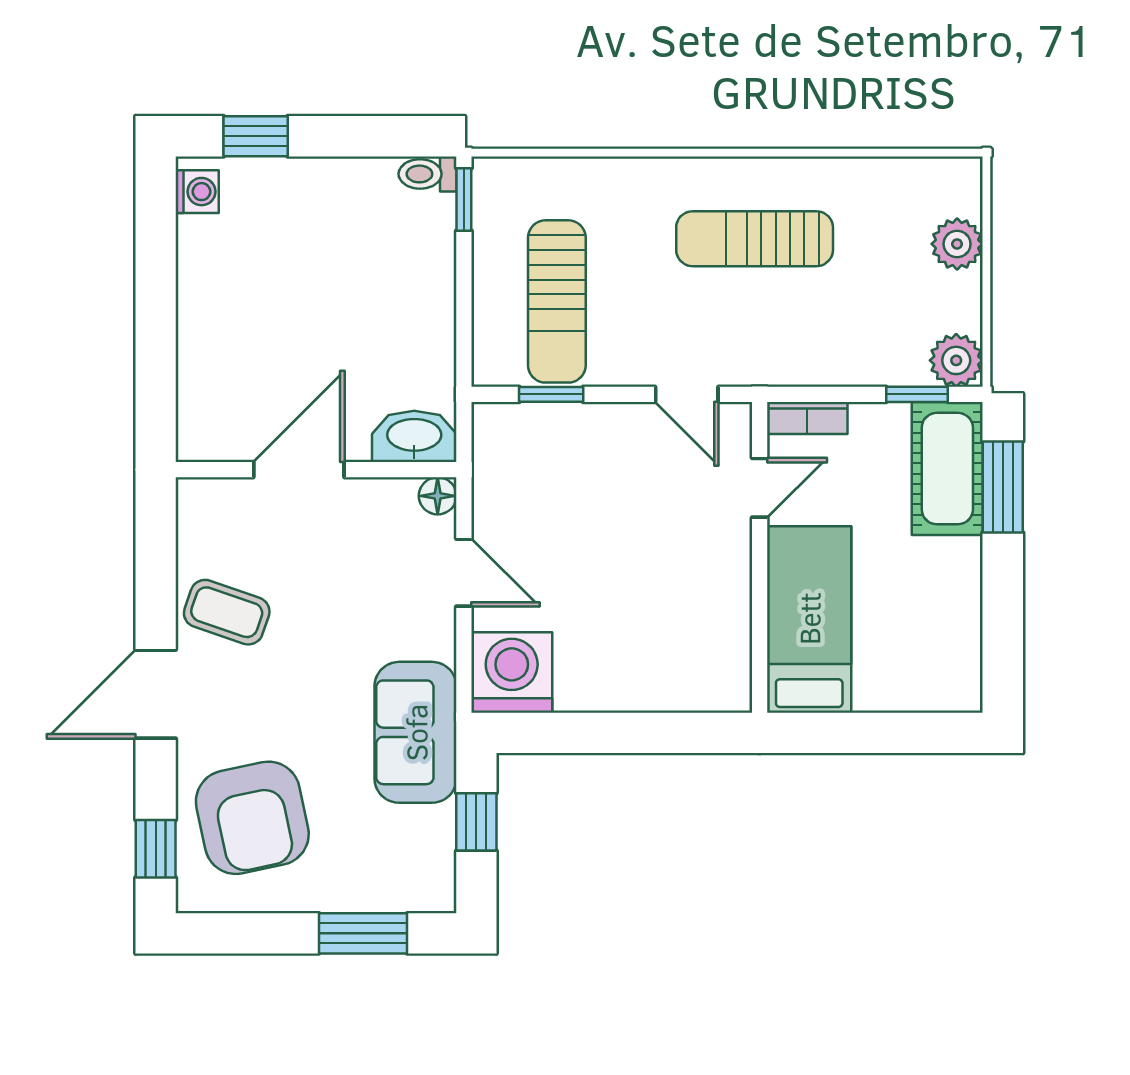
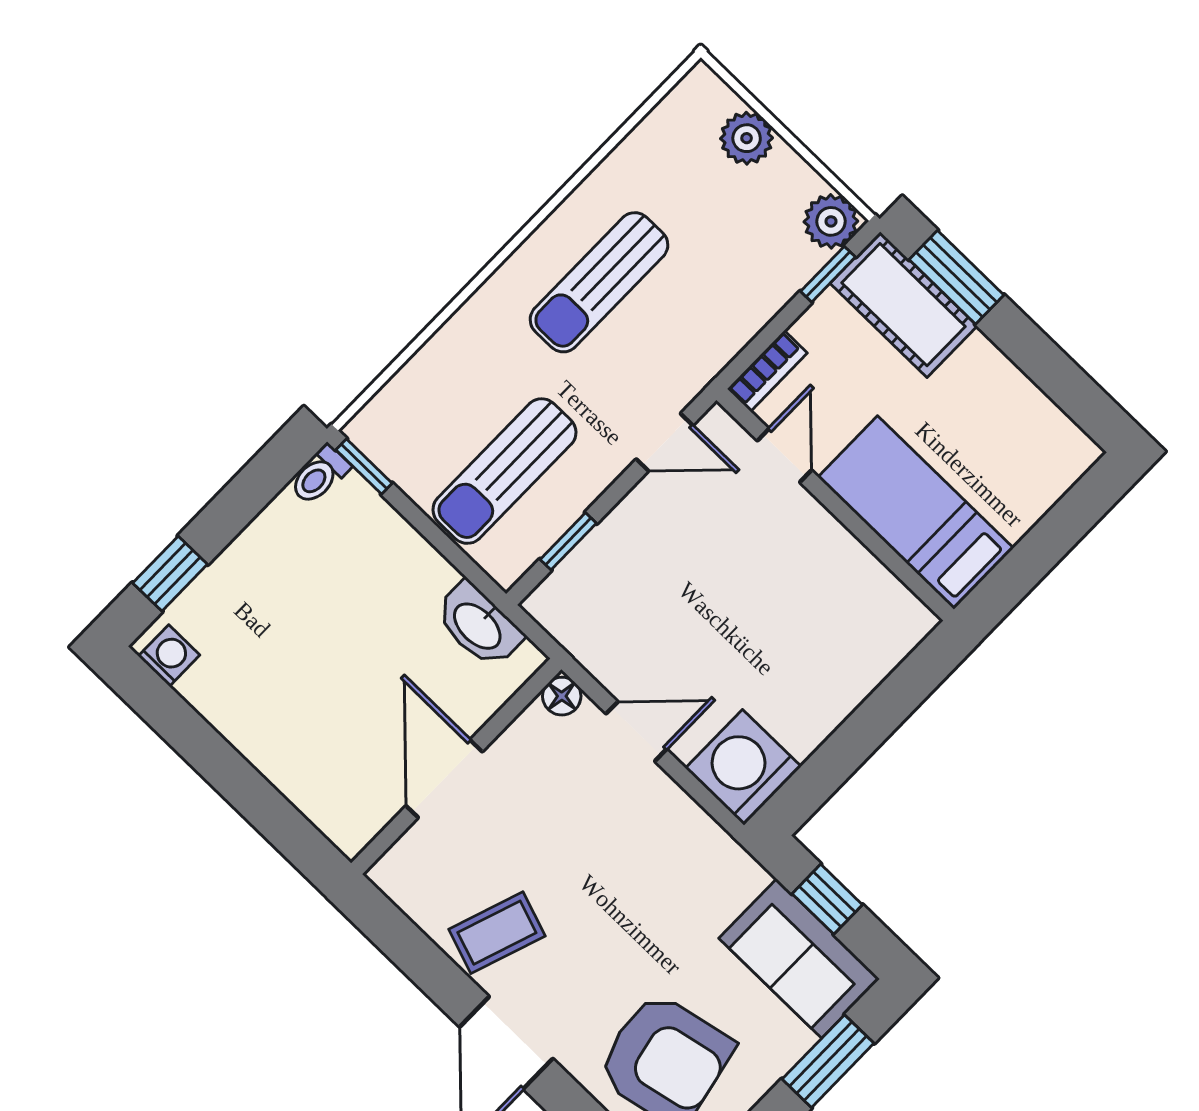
sun lounger: (557, 301) -> (504, 471), turned 90
washbasin: (414, 436) -> (478, 625), moved, turned -90
sofa: (416, 732) -> (799, 958), moved

